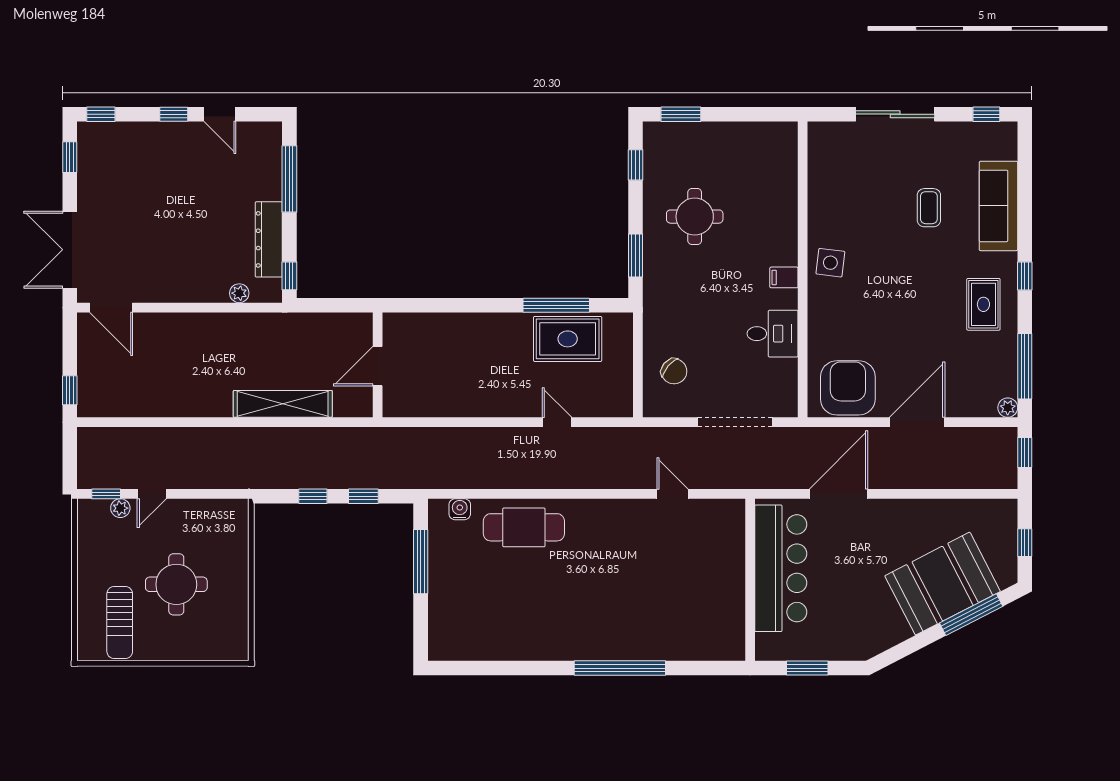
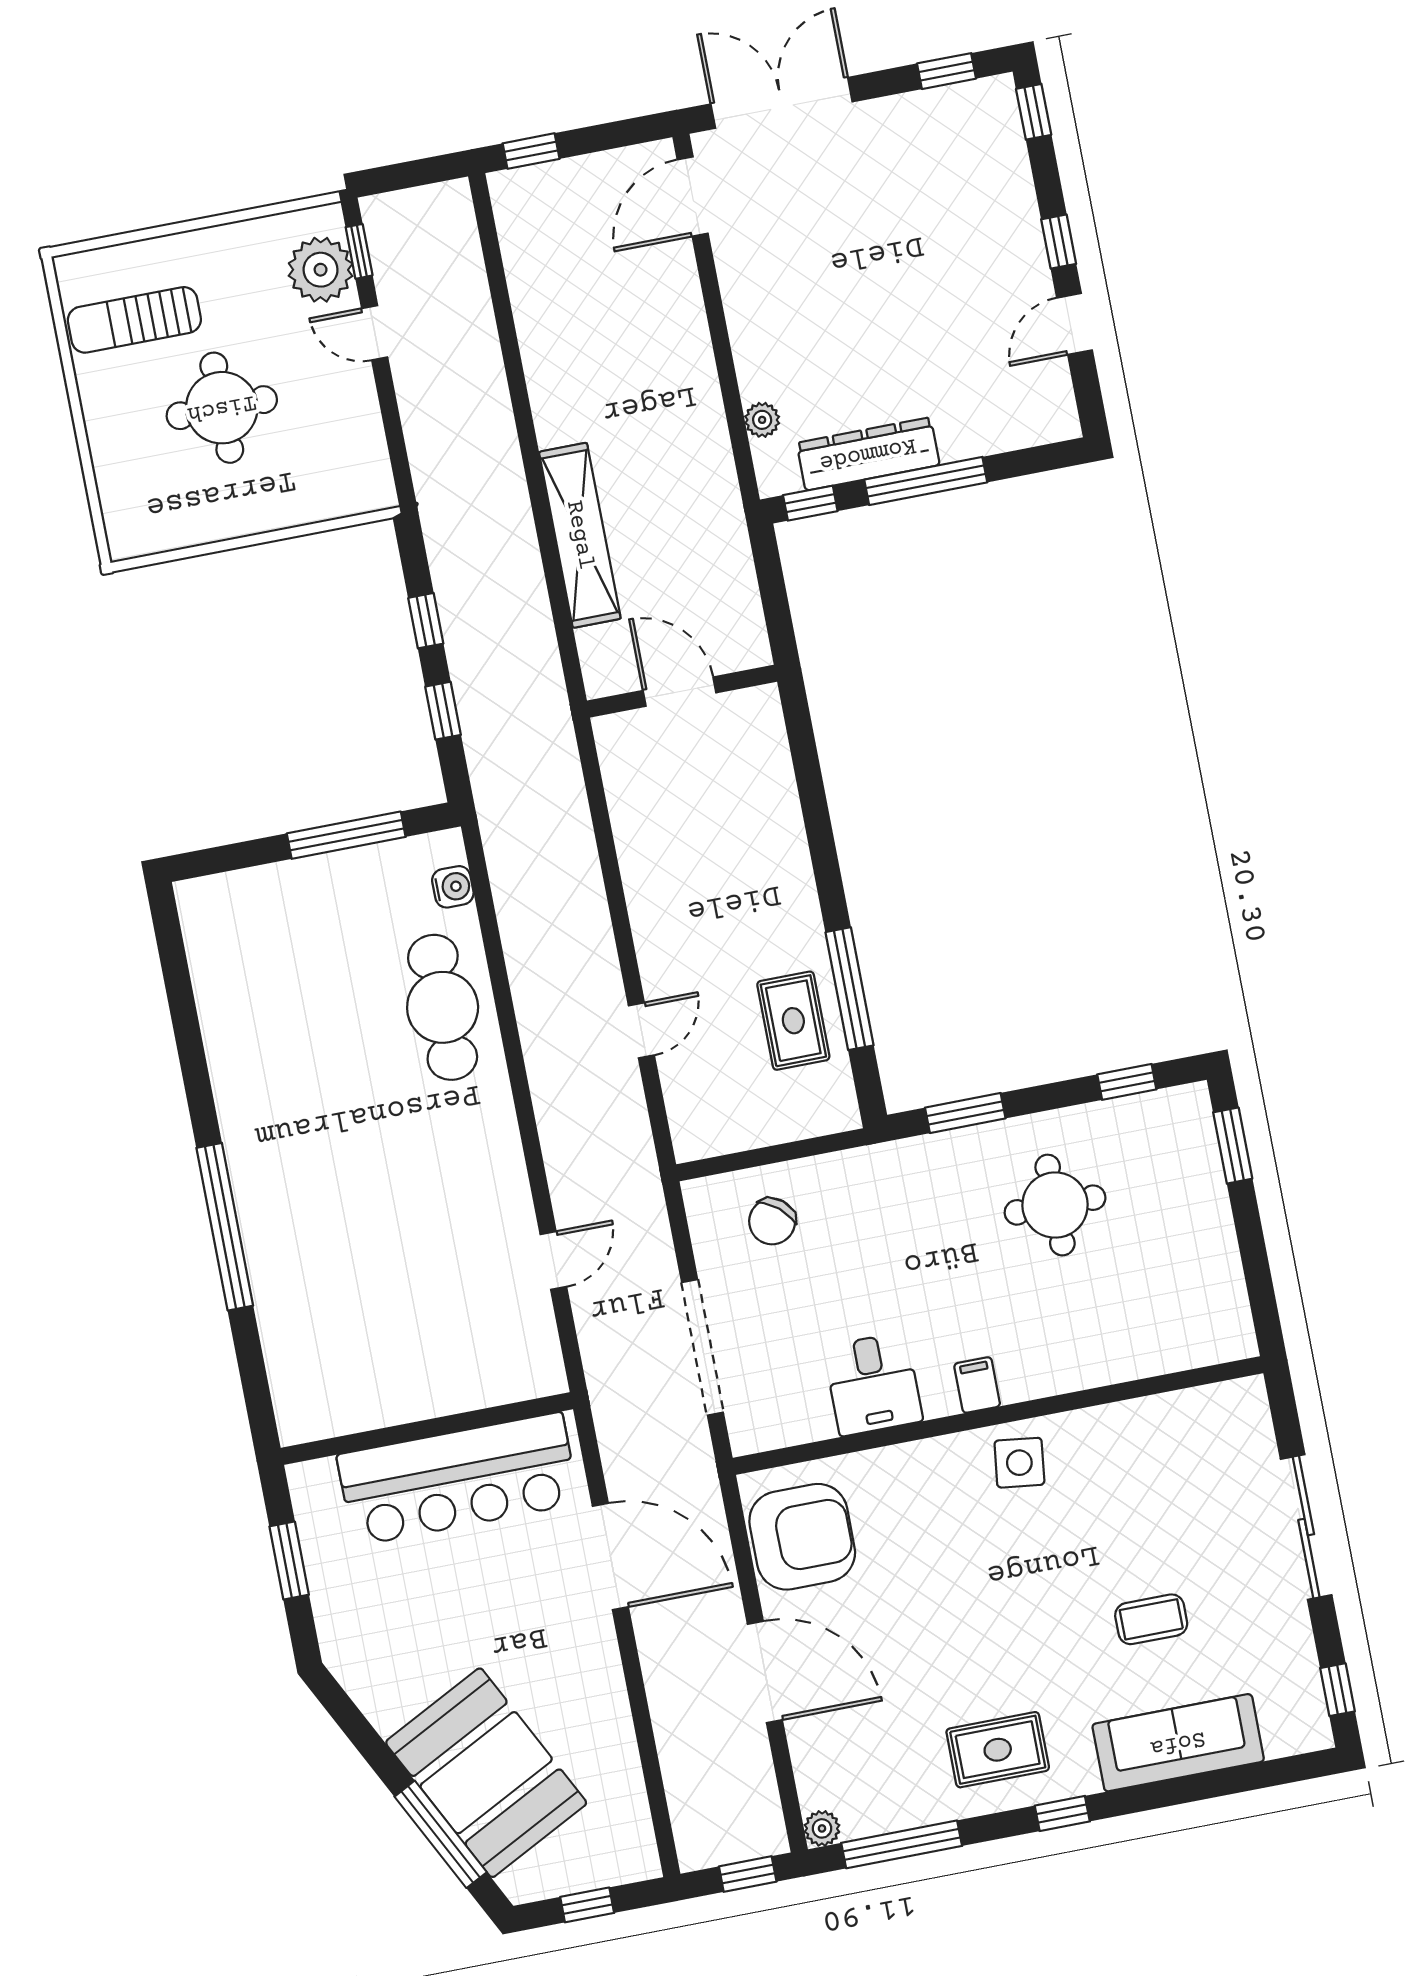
window: (289, 179) -> (926, 481), moved
rug: (568, 339) -> (793, 1021), width x0.73, depth x0.70
plant: (120, 508) -> (321, 270), width x1.88, depth x1.88

